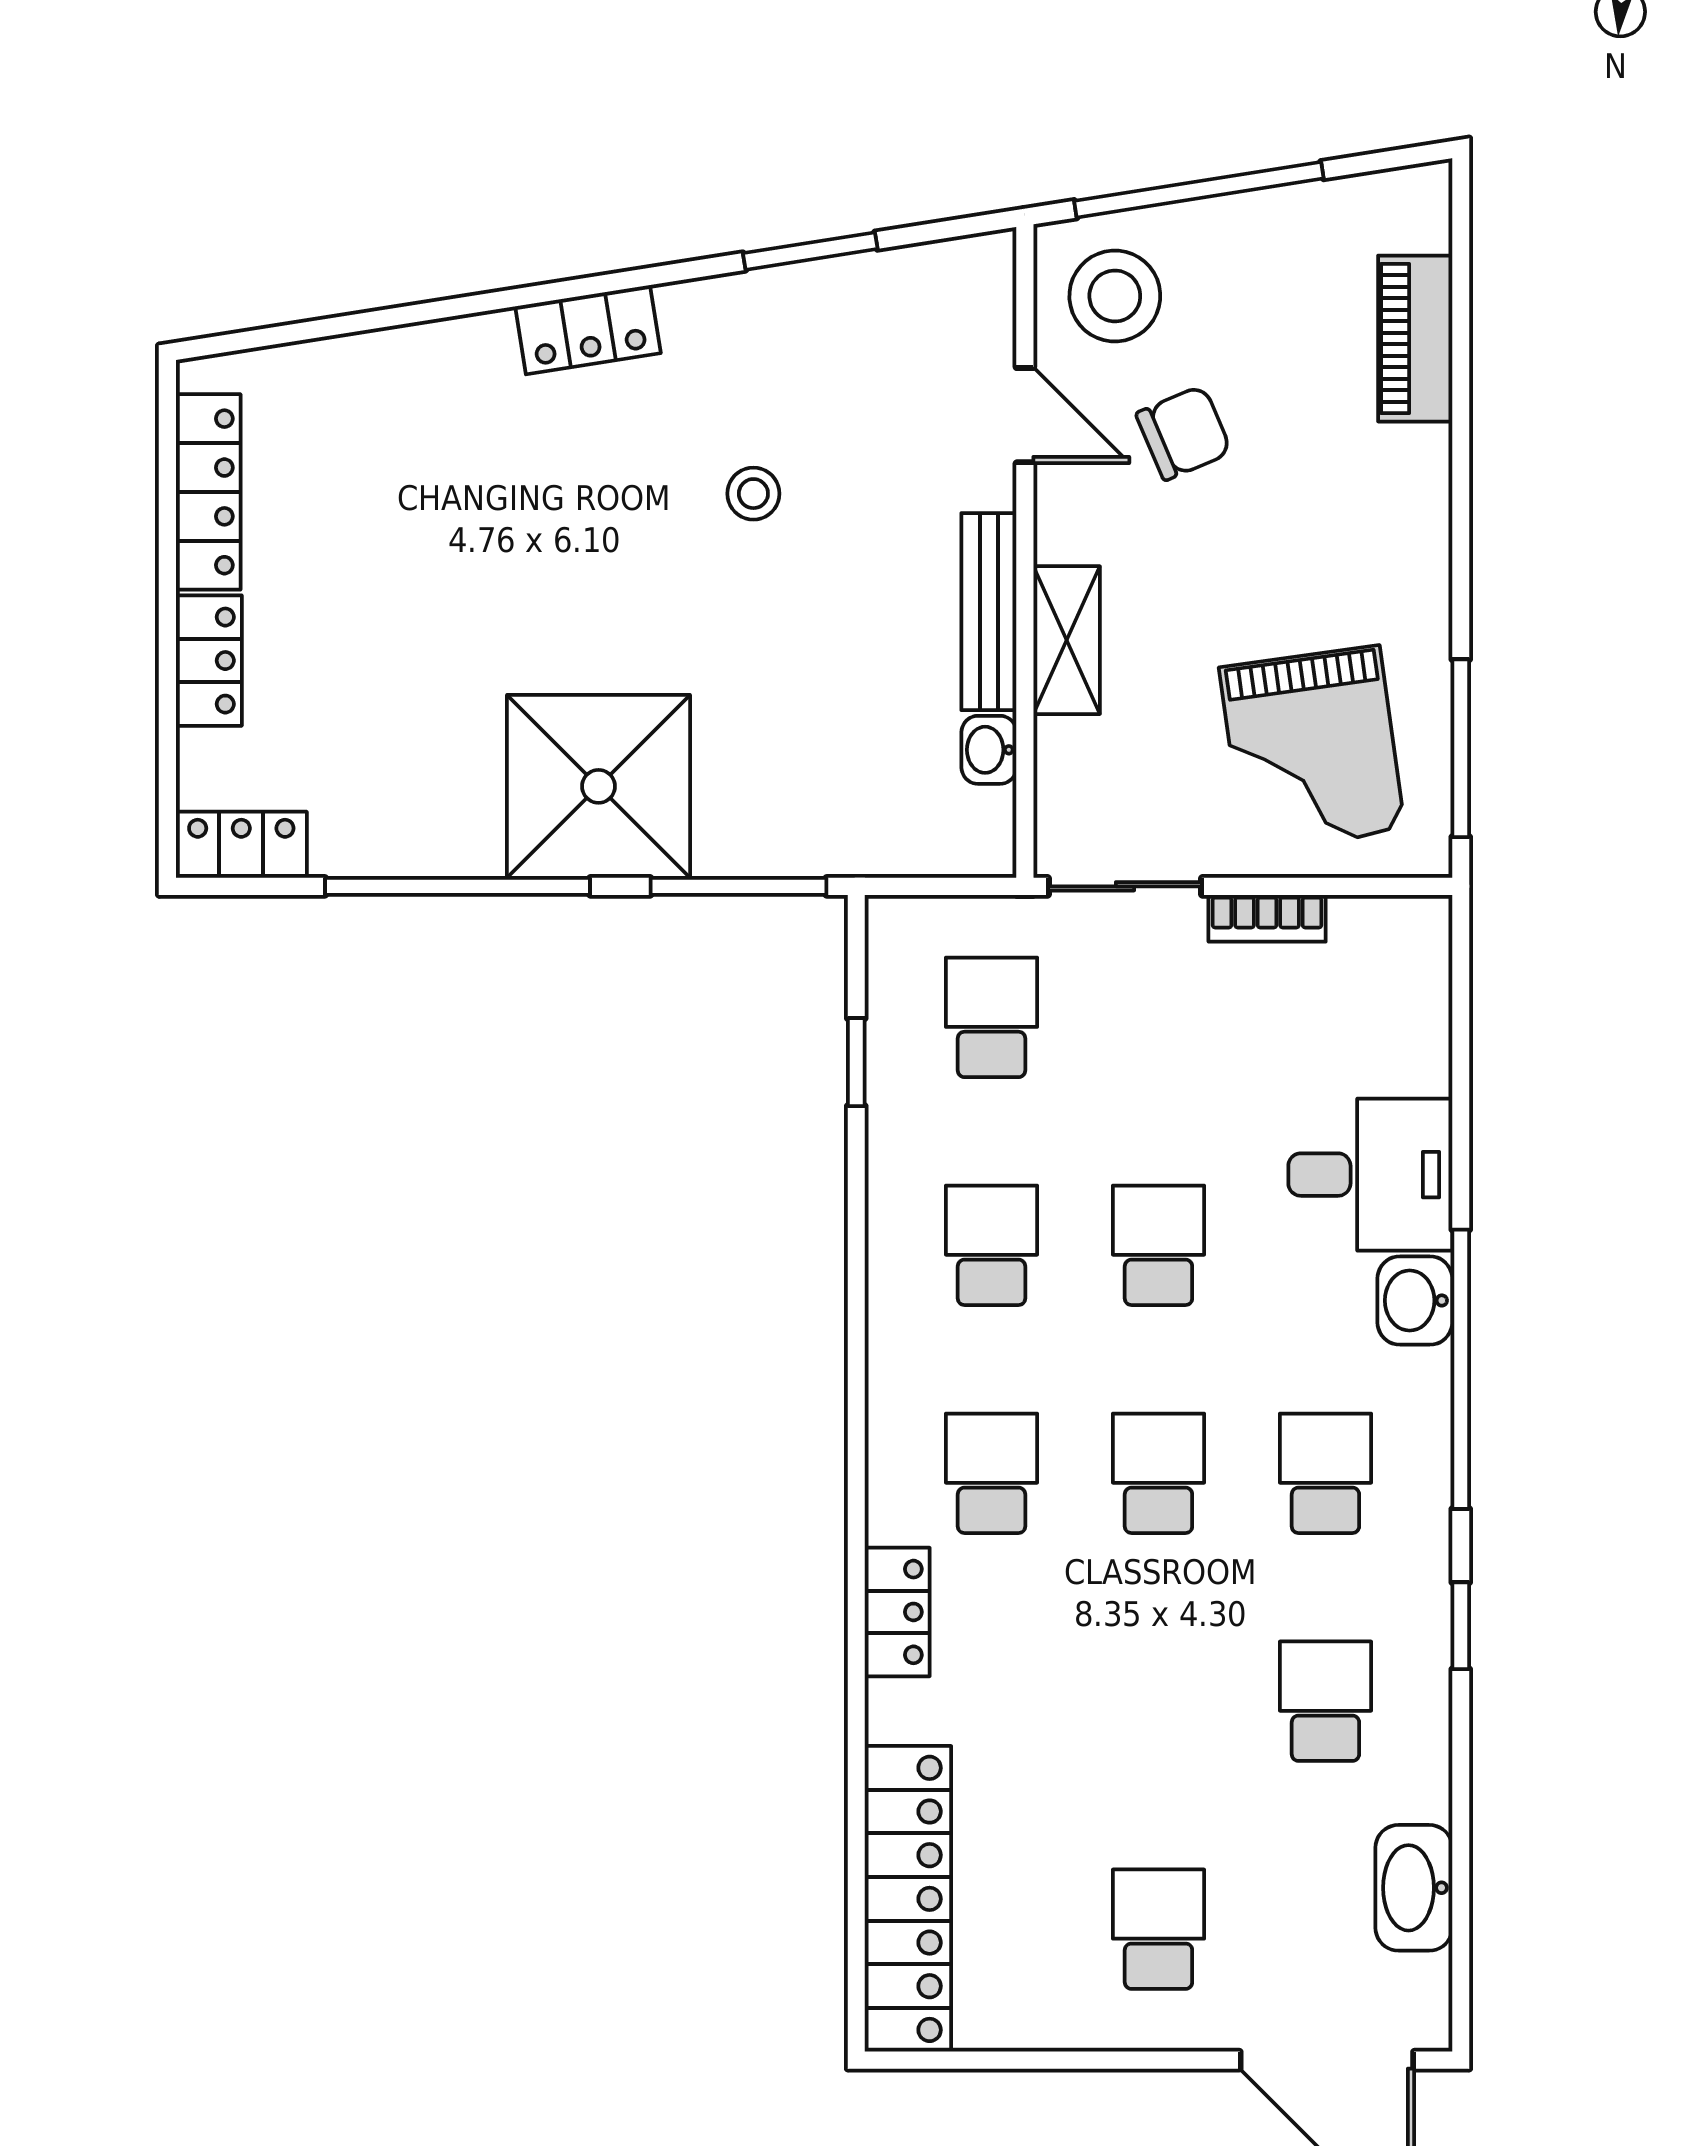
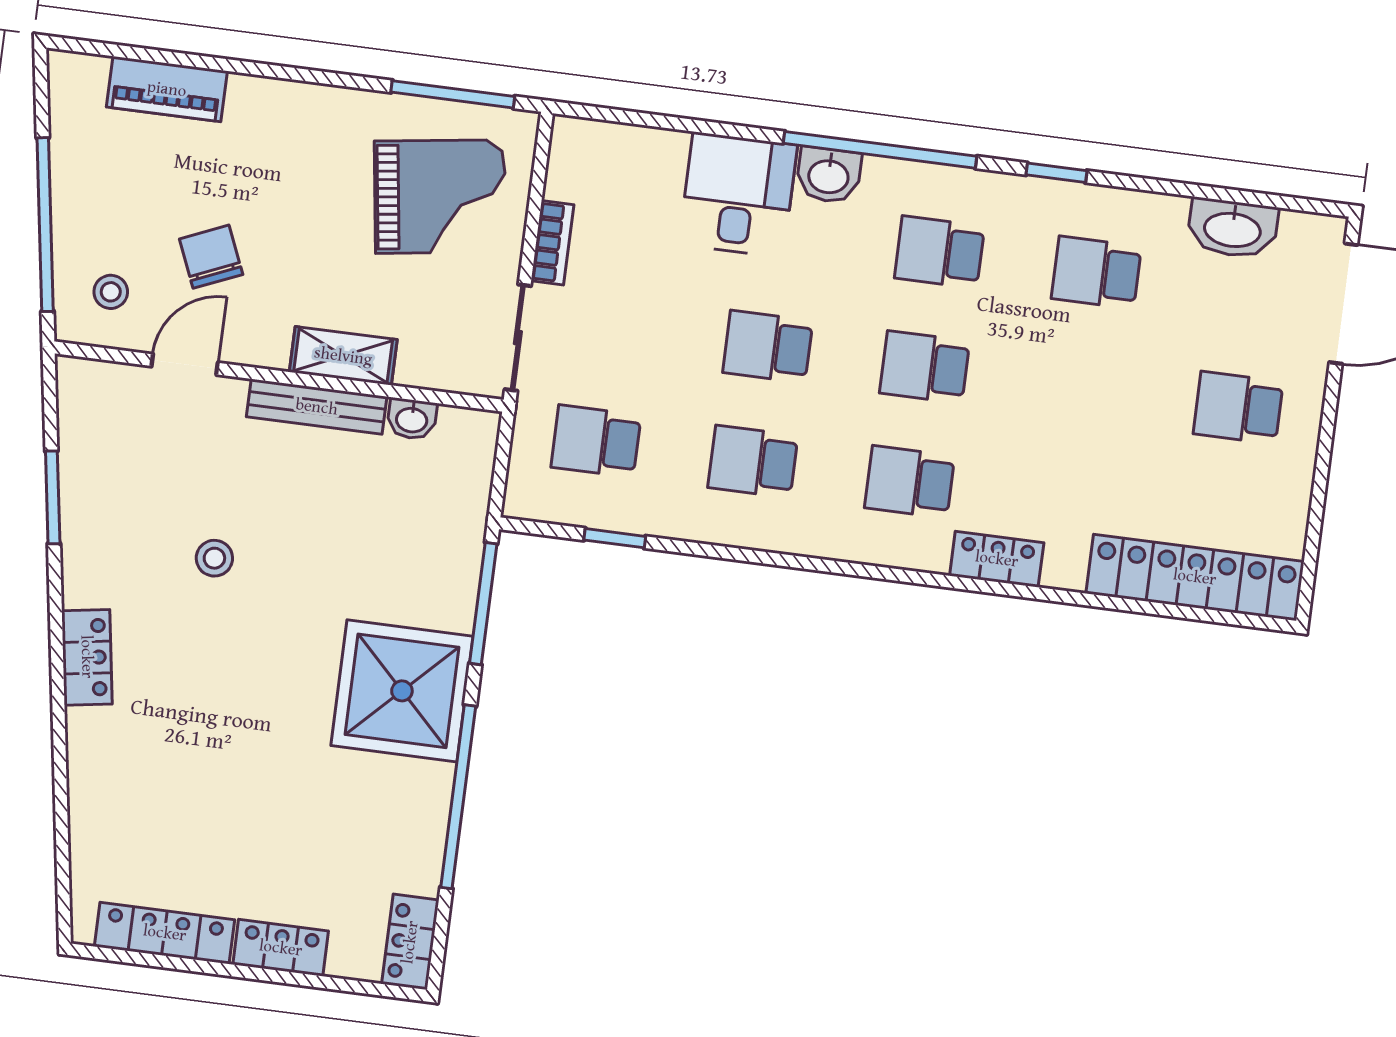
stool: (1115, 296) -> (111, 292), width x0.53, depth x0.53

